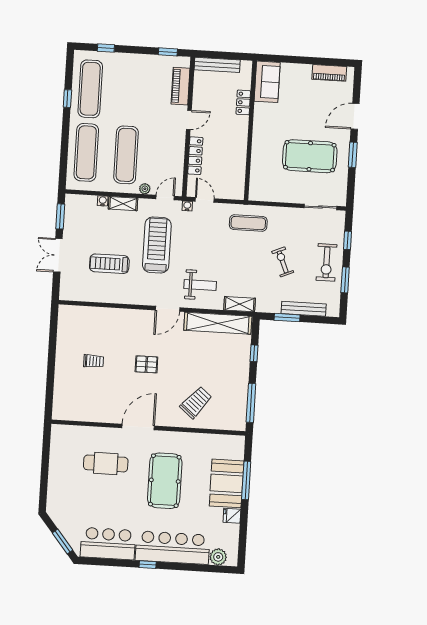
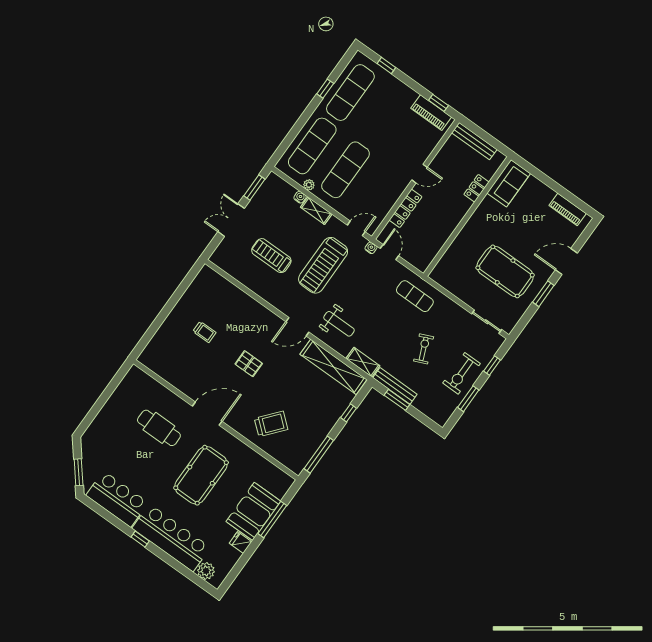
piano: (180, 86) -> (431, 113), moved, turned -90
plant: (145, 189) -> (309, 185), moved
treadmill: (157, 245) -> (323, 265), turned 180
bench: (304, 309) -> (395, 386), moved

